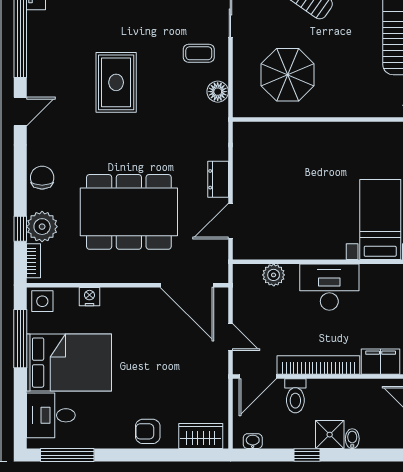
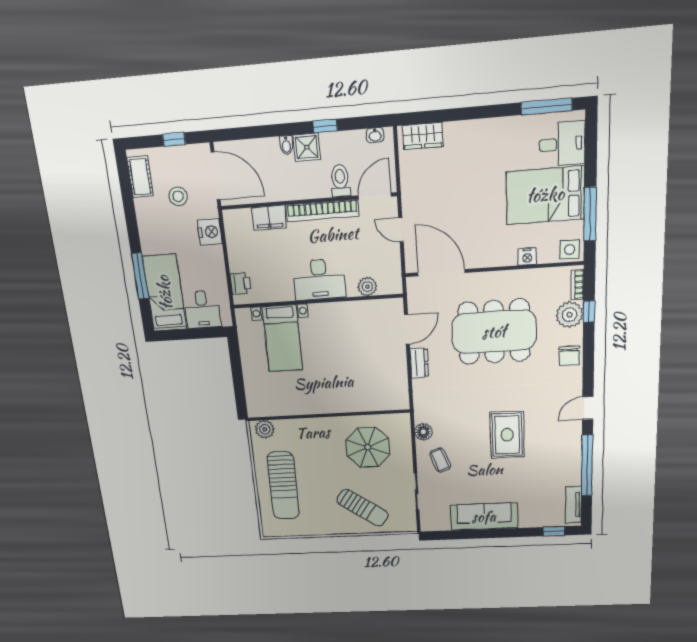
coffee table: (199, 53) -> (440, 460), turned 70
armchair: (148, 431) -> (472, 136), removed

